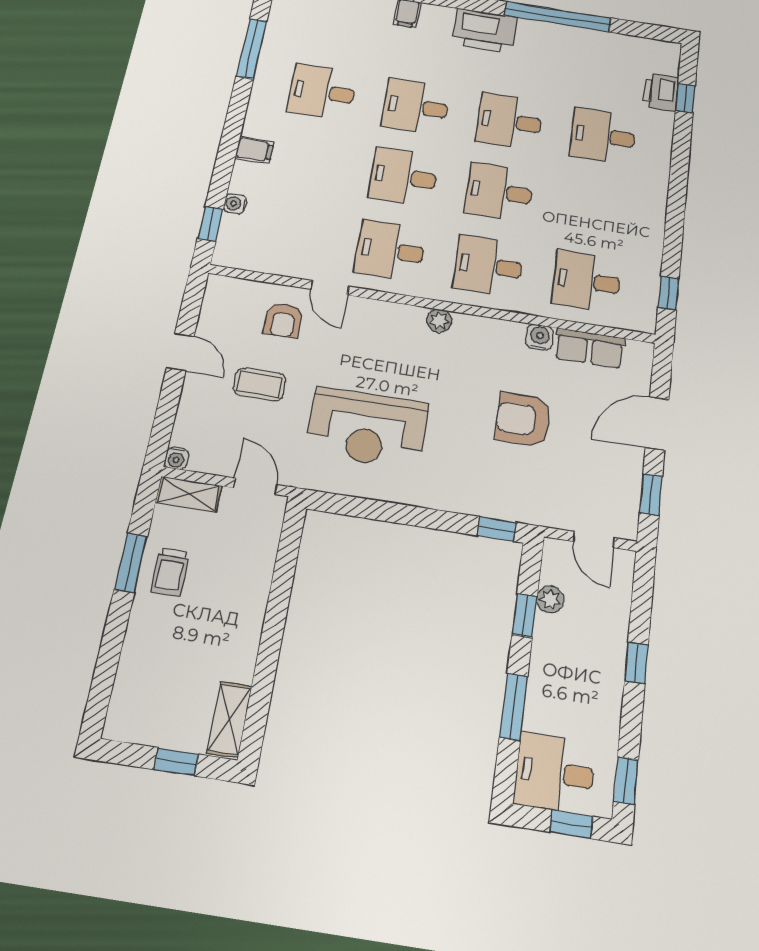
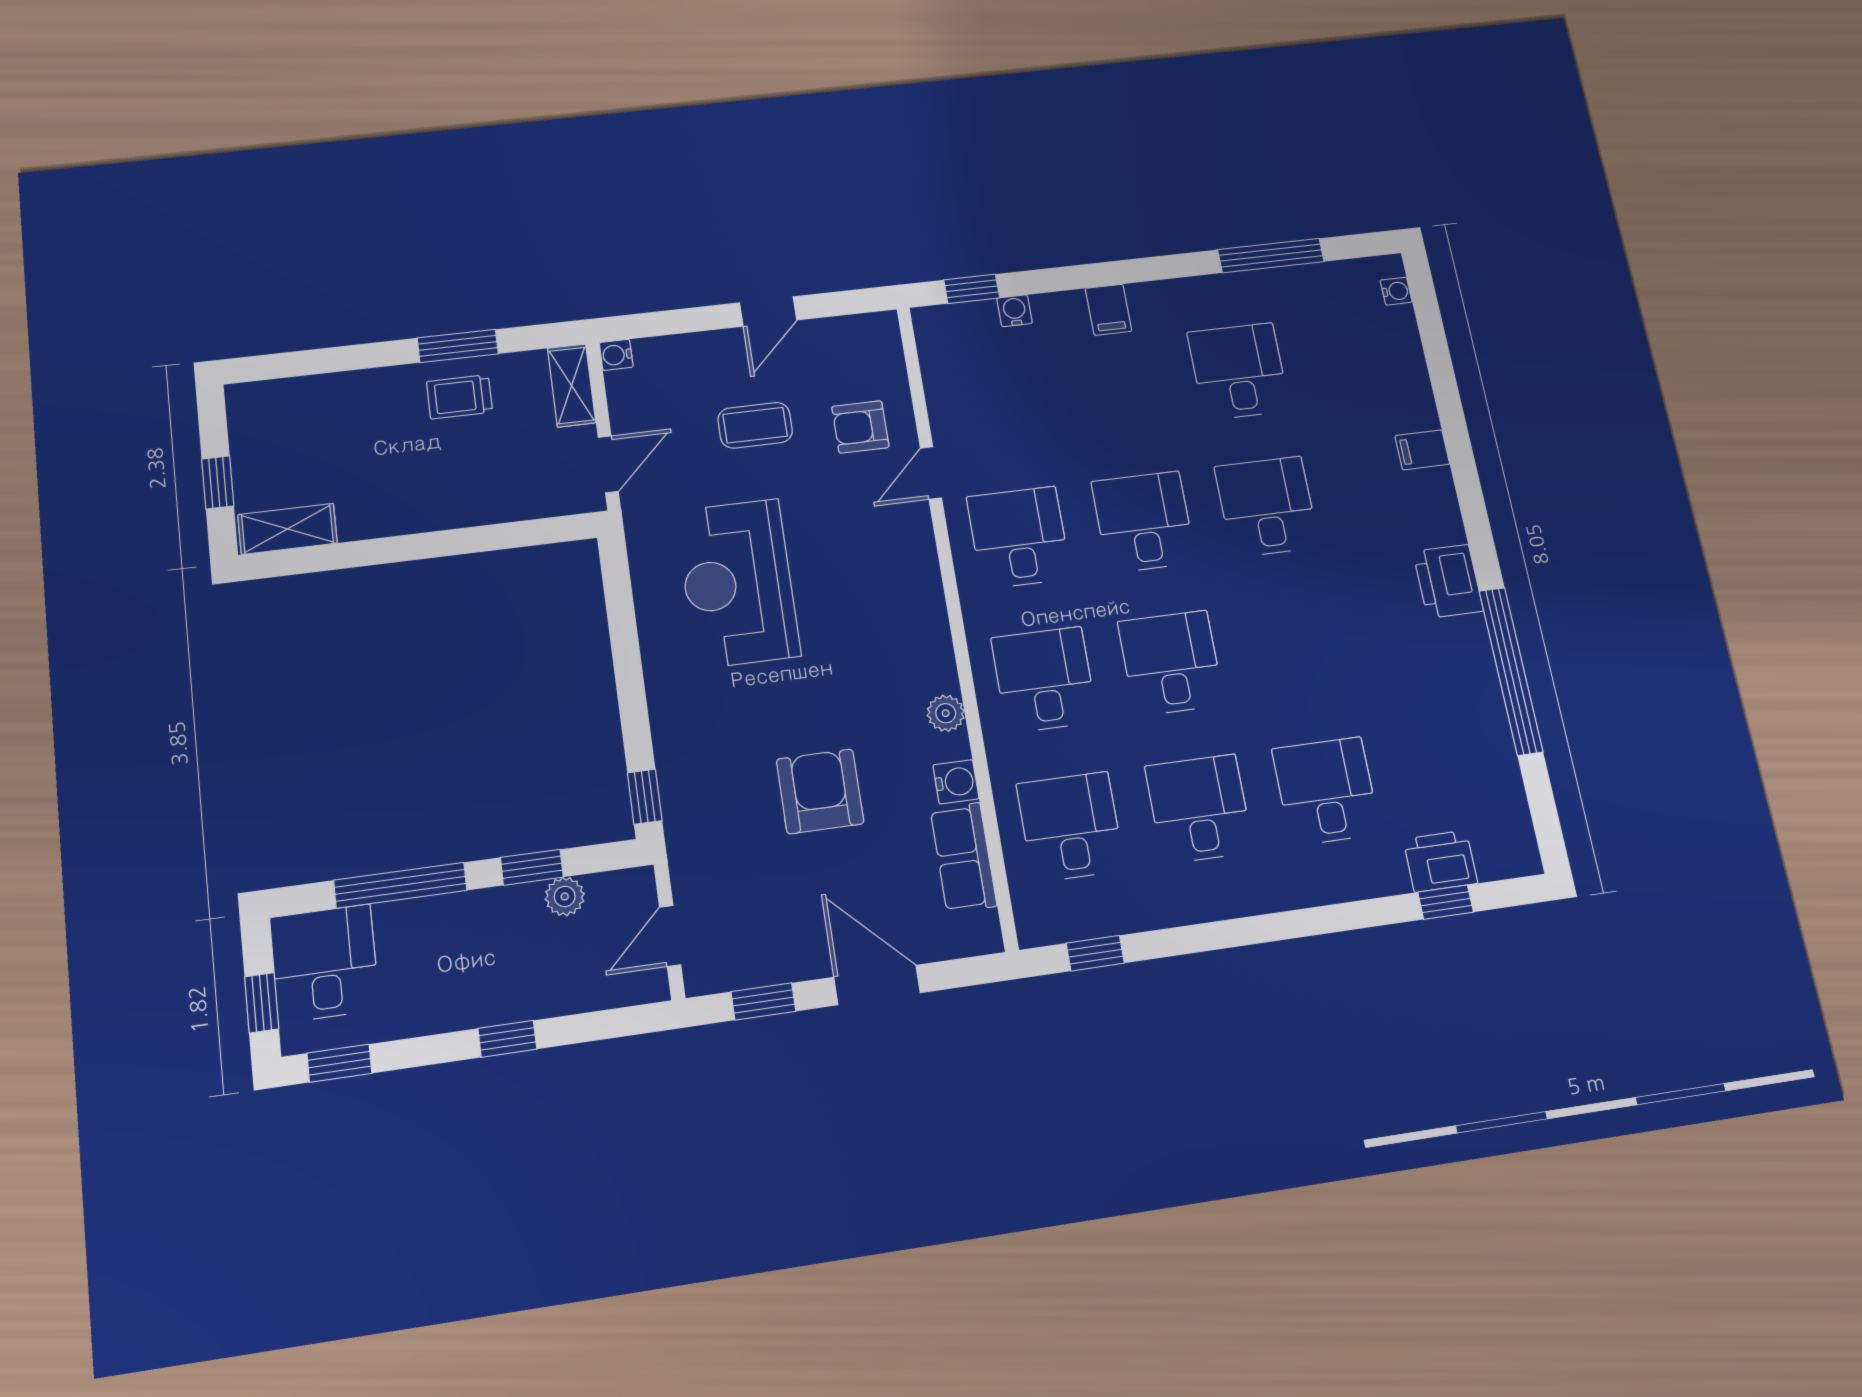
printer: (485, 30) -> (1448, 581), width x0.73, depth x0.84
desk: (509, 121) -> (1199, 809), moved
plant: (439, 321) -> (946, 713), moved
coffee table: (260, 384) -> (755, 425), turned 90
window: (514, 707) -> (400, 885), width x1.44

